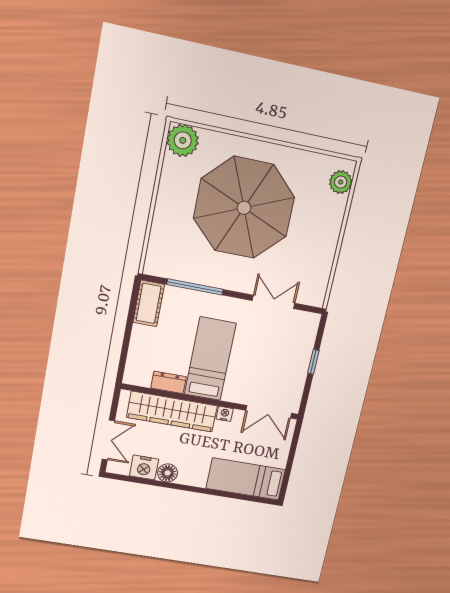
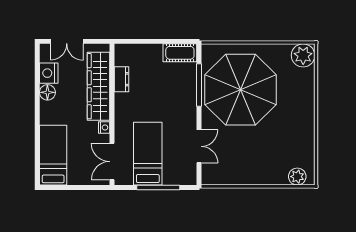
parasol: (244, 208) -> (240, 90), moved
bed: (210, 359) -> (148, 154), moved, turned -90
window: (313, 362) -> (158, 188), width x2.17

